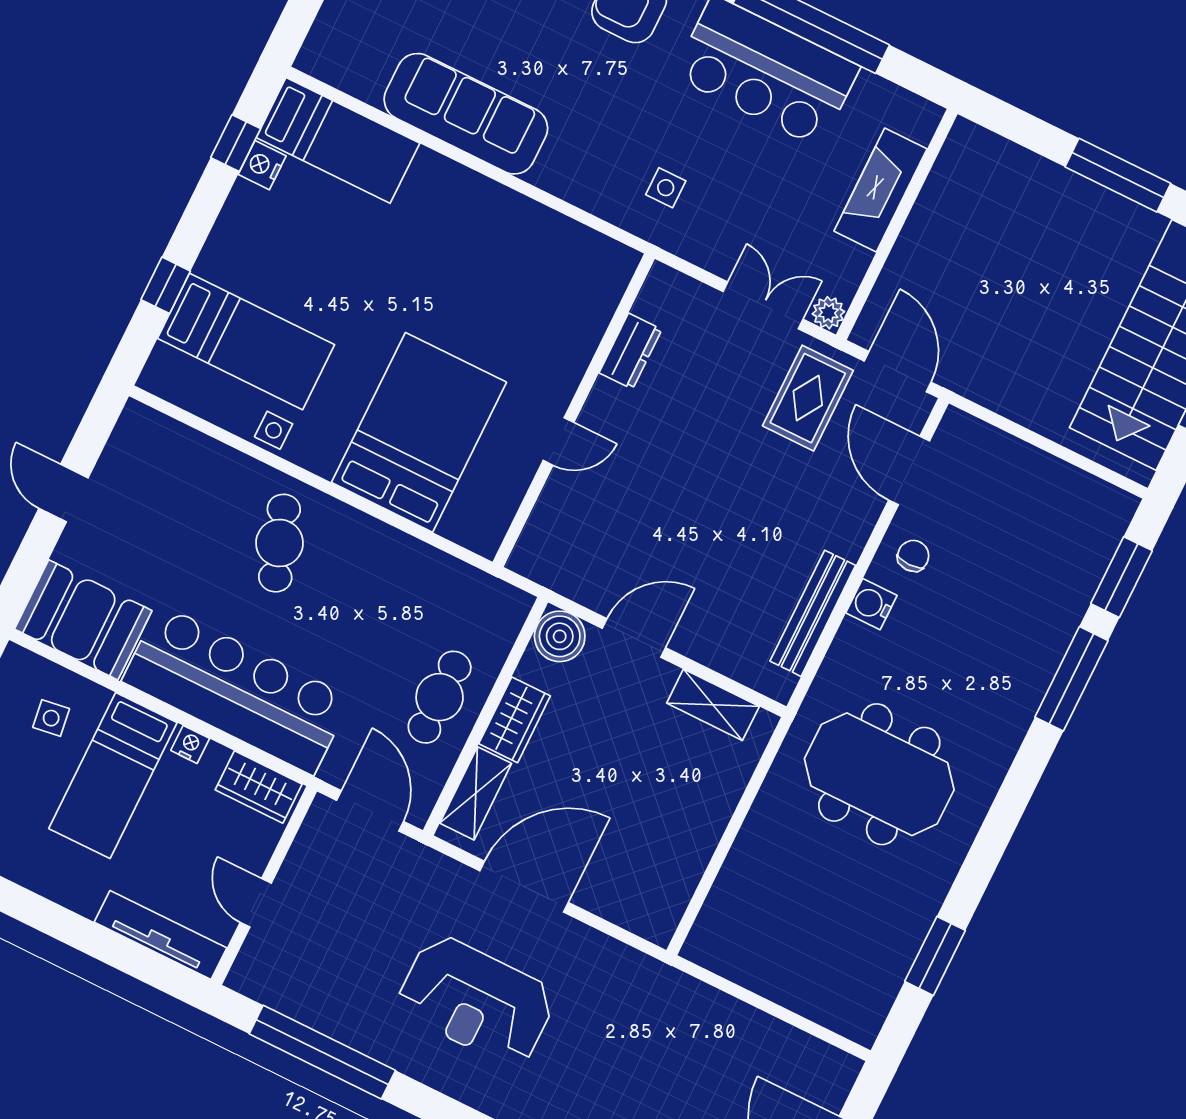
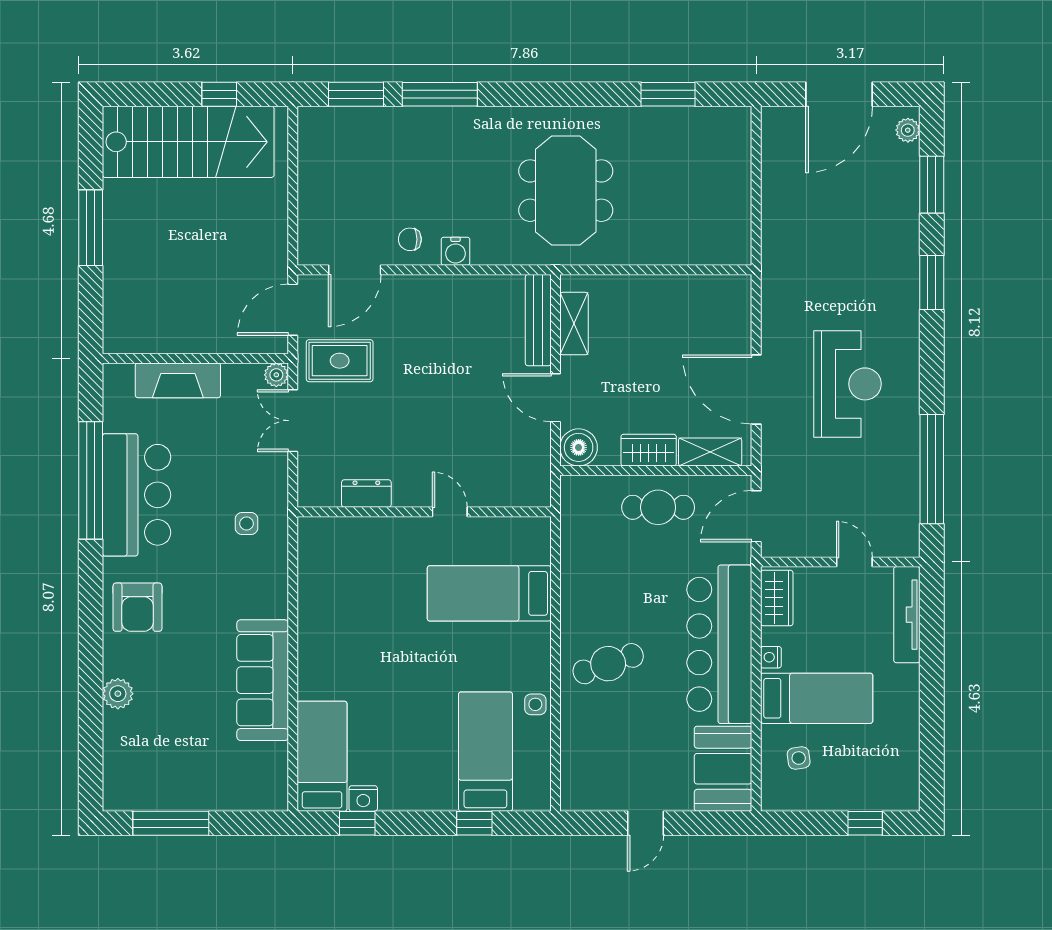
bed: (419, 432) -> (489, 593), width x0.67
bench: (813, 613) -> (538, 320), moved, turned 90
door: (256, 903) -> (854, 562), swing flipped

